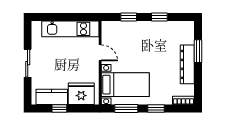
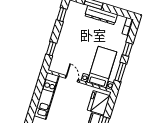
window: (159, 17) -> (62, 15), moved
door: (100, 53) -> (72, 79), hinge flipped

